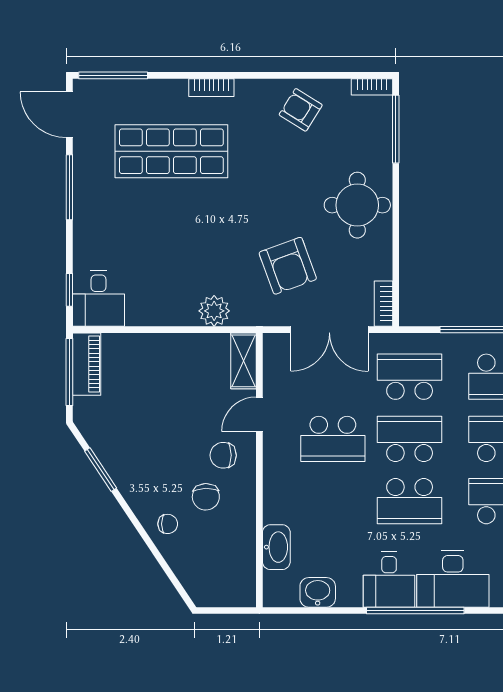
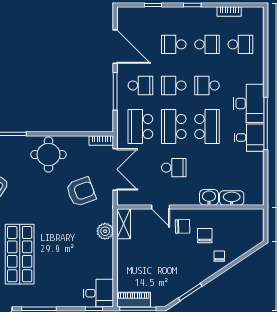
shelving: (243, 361) -> (124, 224), moved, turned 90
school desk: (333, 439) -> (174, 168), width x0.54
chair: (223, 455) -> (182, 226), turned -91
chair: (206, 497) -> (205, 236), turned -89
washbasin: (318, 592) -> (209, 197), moved, turned 90

